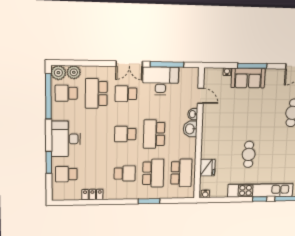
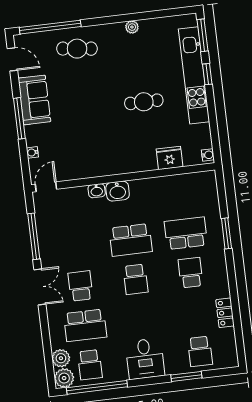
sofa: (248, 78) -> (34, 100), moved
desk: (161, 81) -> (57, 242), removed
school desk: (126, 94) -> (80, 286), turned 180
door: (200, 96) -> (46, 187), moved
desk: (66, 139) -> (145, 359), width x0.73
school desk: (181, 173) -> (181, 194), removed

